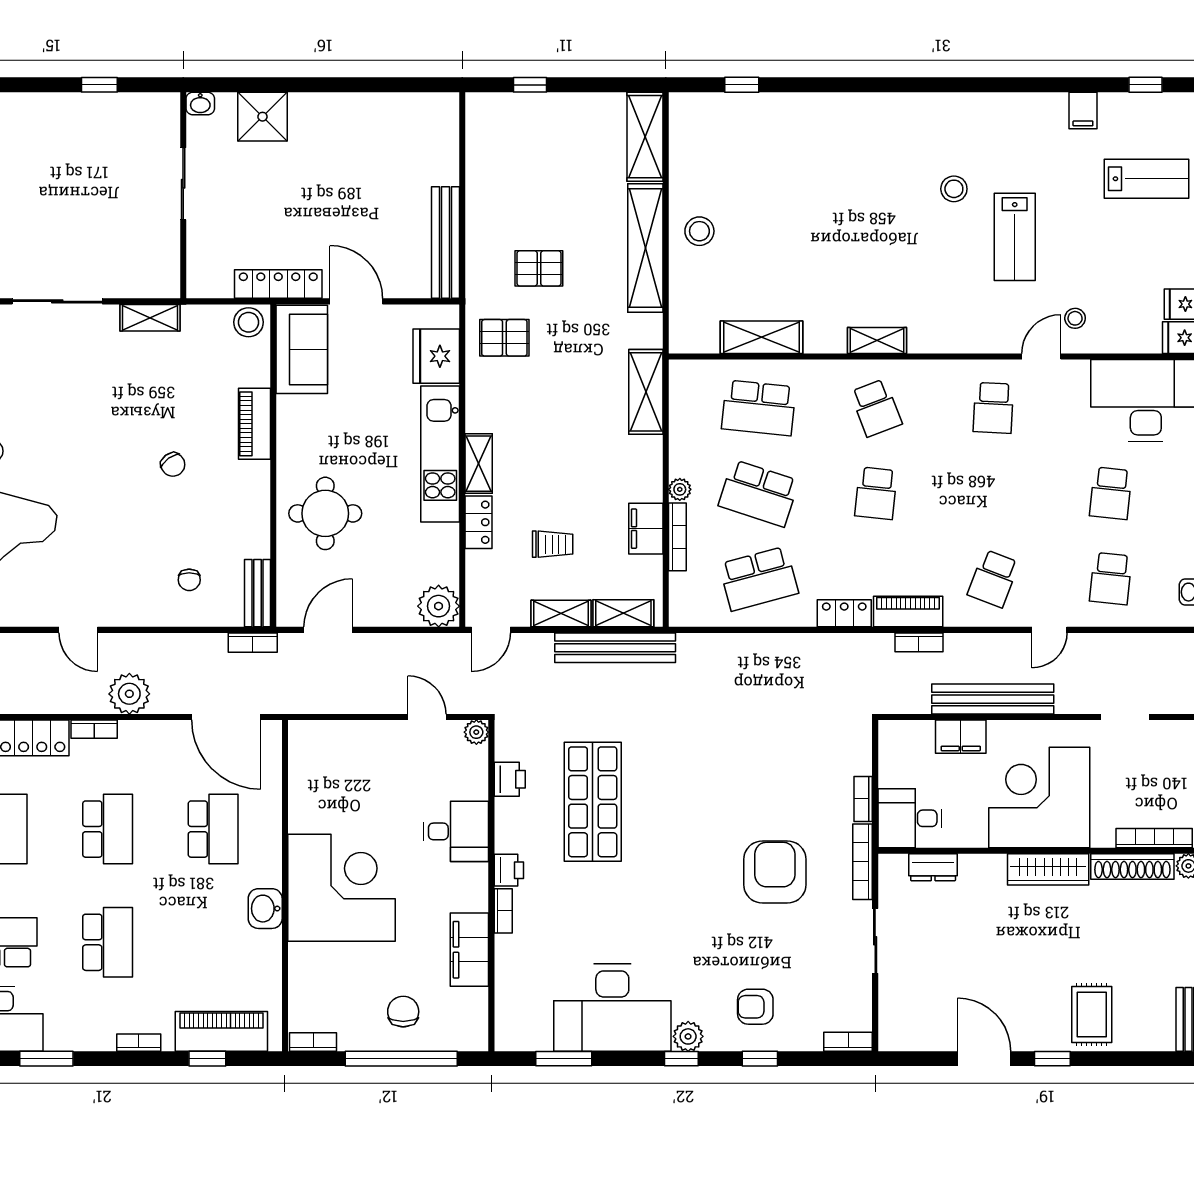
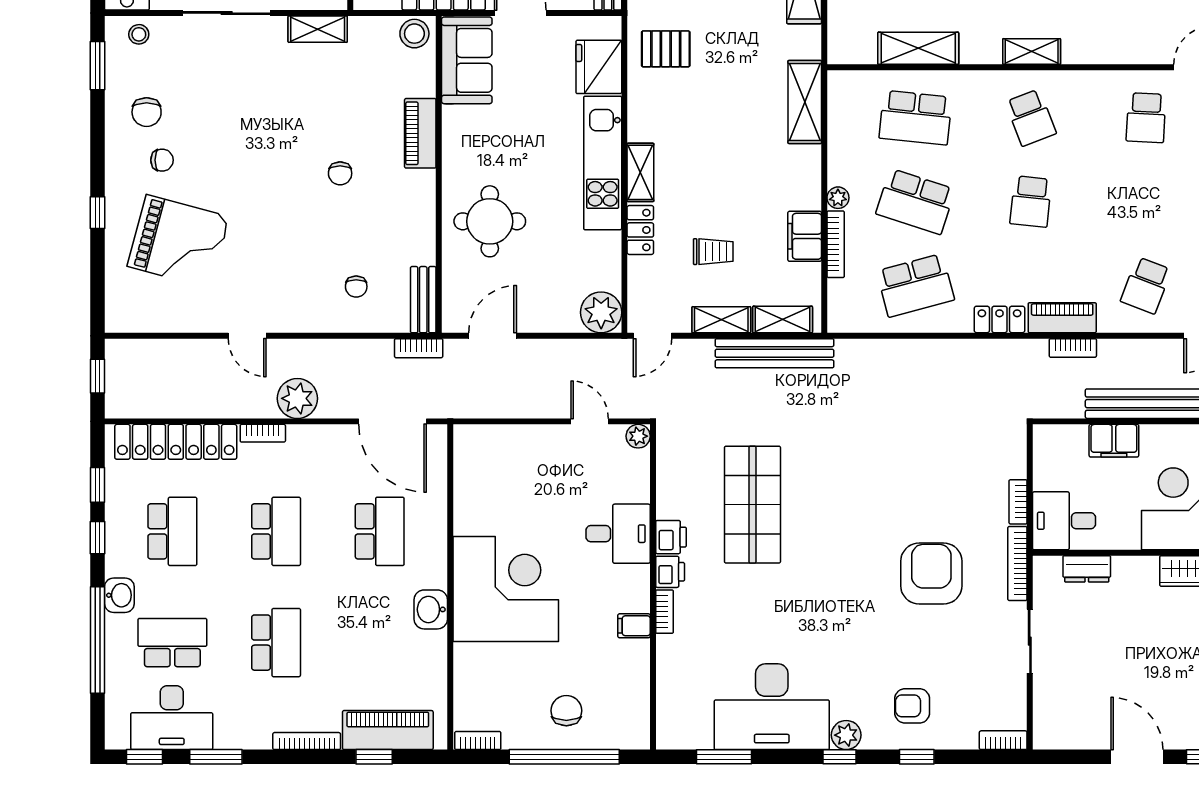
chair: (173, 465) -> (340, 173), turned 36
printer: (510, 779) -> (671, 537), moved
filing cabinet: (469, 950) -> (634, 626), width x0.33, depth x0.86
bookcase: (139, 1043) -> (307, 741), width x1.56

